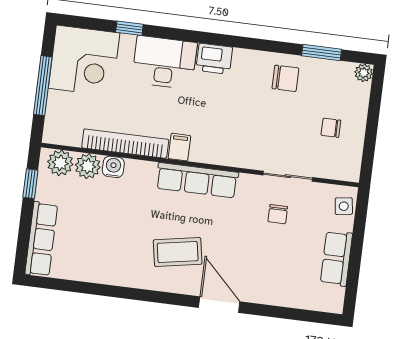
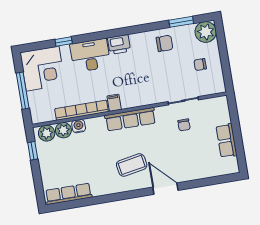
plant: (364, 73) -> (206, 32), width x1.88, depth x1.88
side table: (344, 206) -> (222, 108), removed
row of seats: (41, 239) -> (68, 194), moved, turned -90

